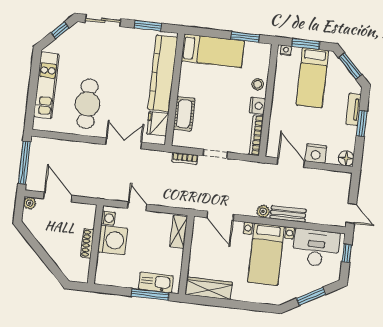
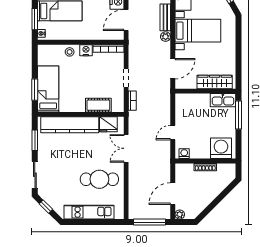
window: (245, 37) -> (35, 90), moved
shelving: (179, 232) -> (188, 99), removed
washing machine: (113, 240) -> (221, 148), moved
kitchen sink: (156, 282) -> (223, 100), moved, turned -90
wardrobe: (209, 288) -> (215, 82), moved, turned 90

